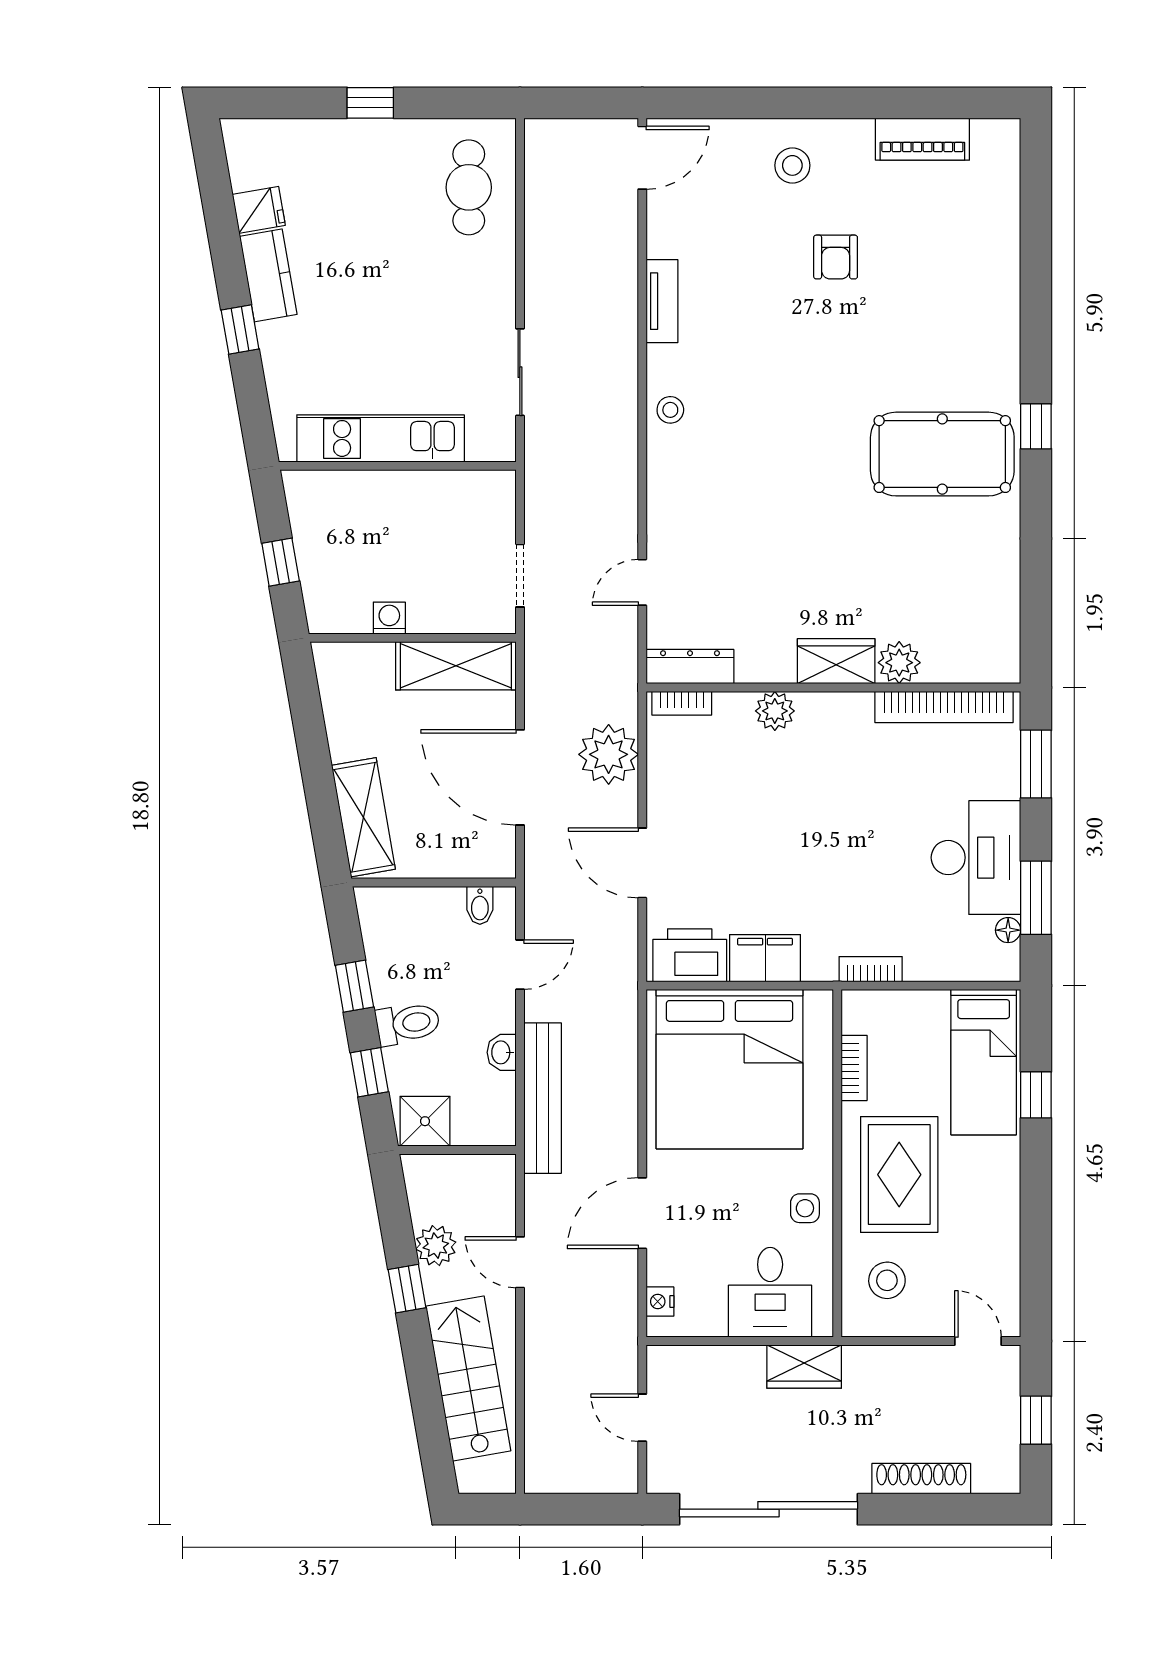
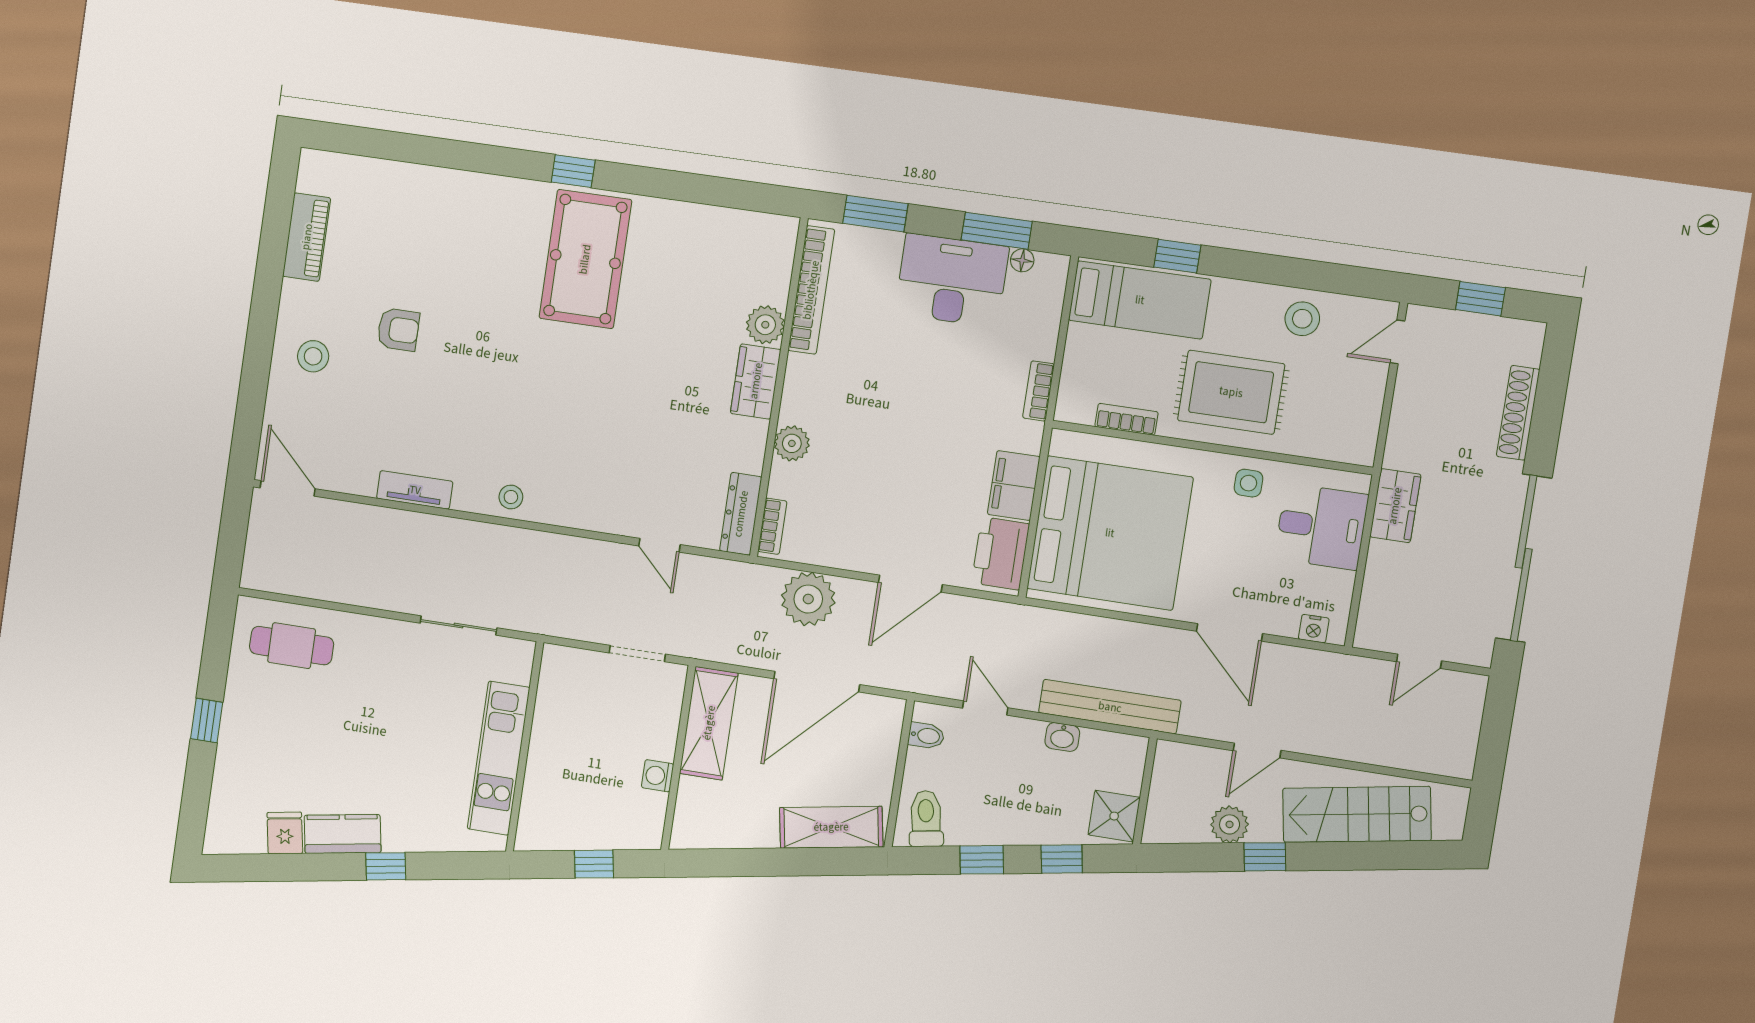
toilet: (408, 1023) -> (926, 819), moved
stool: (887, 1280) -> (1302, 319), moved

